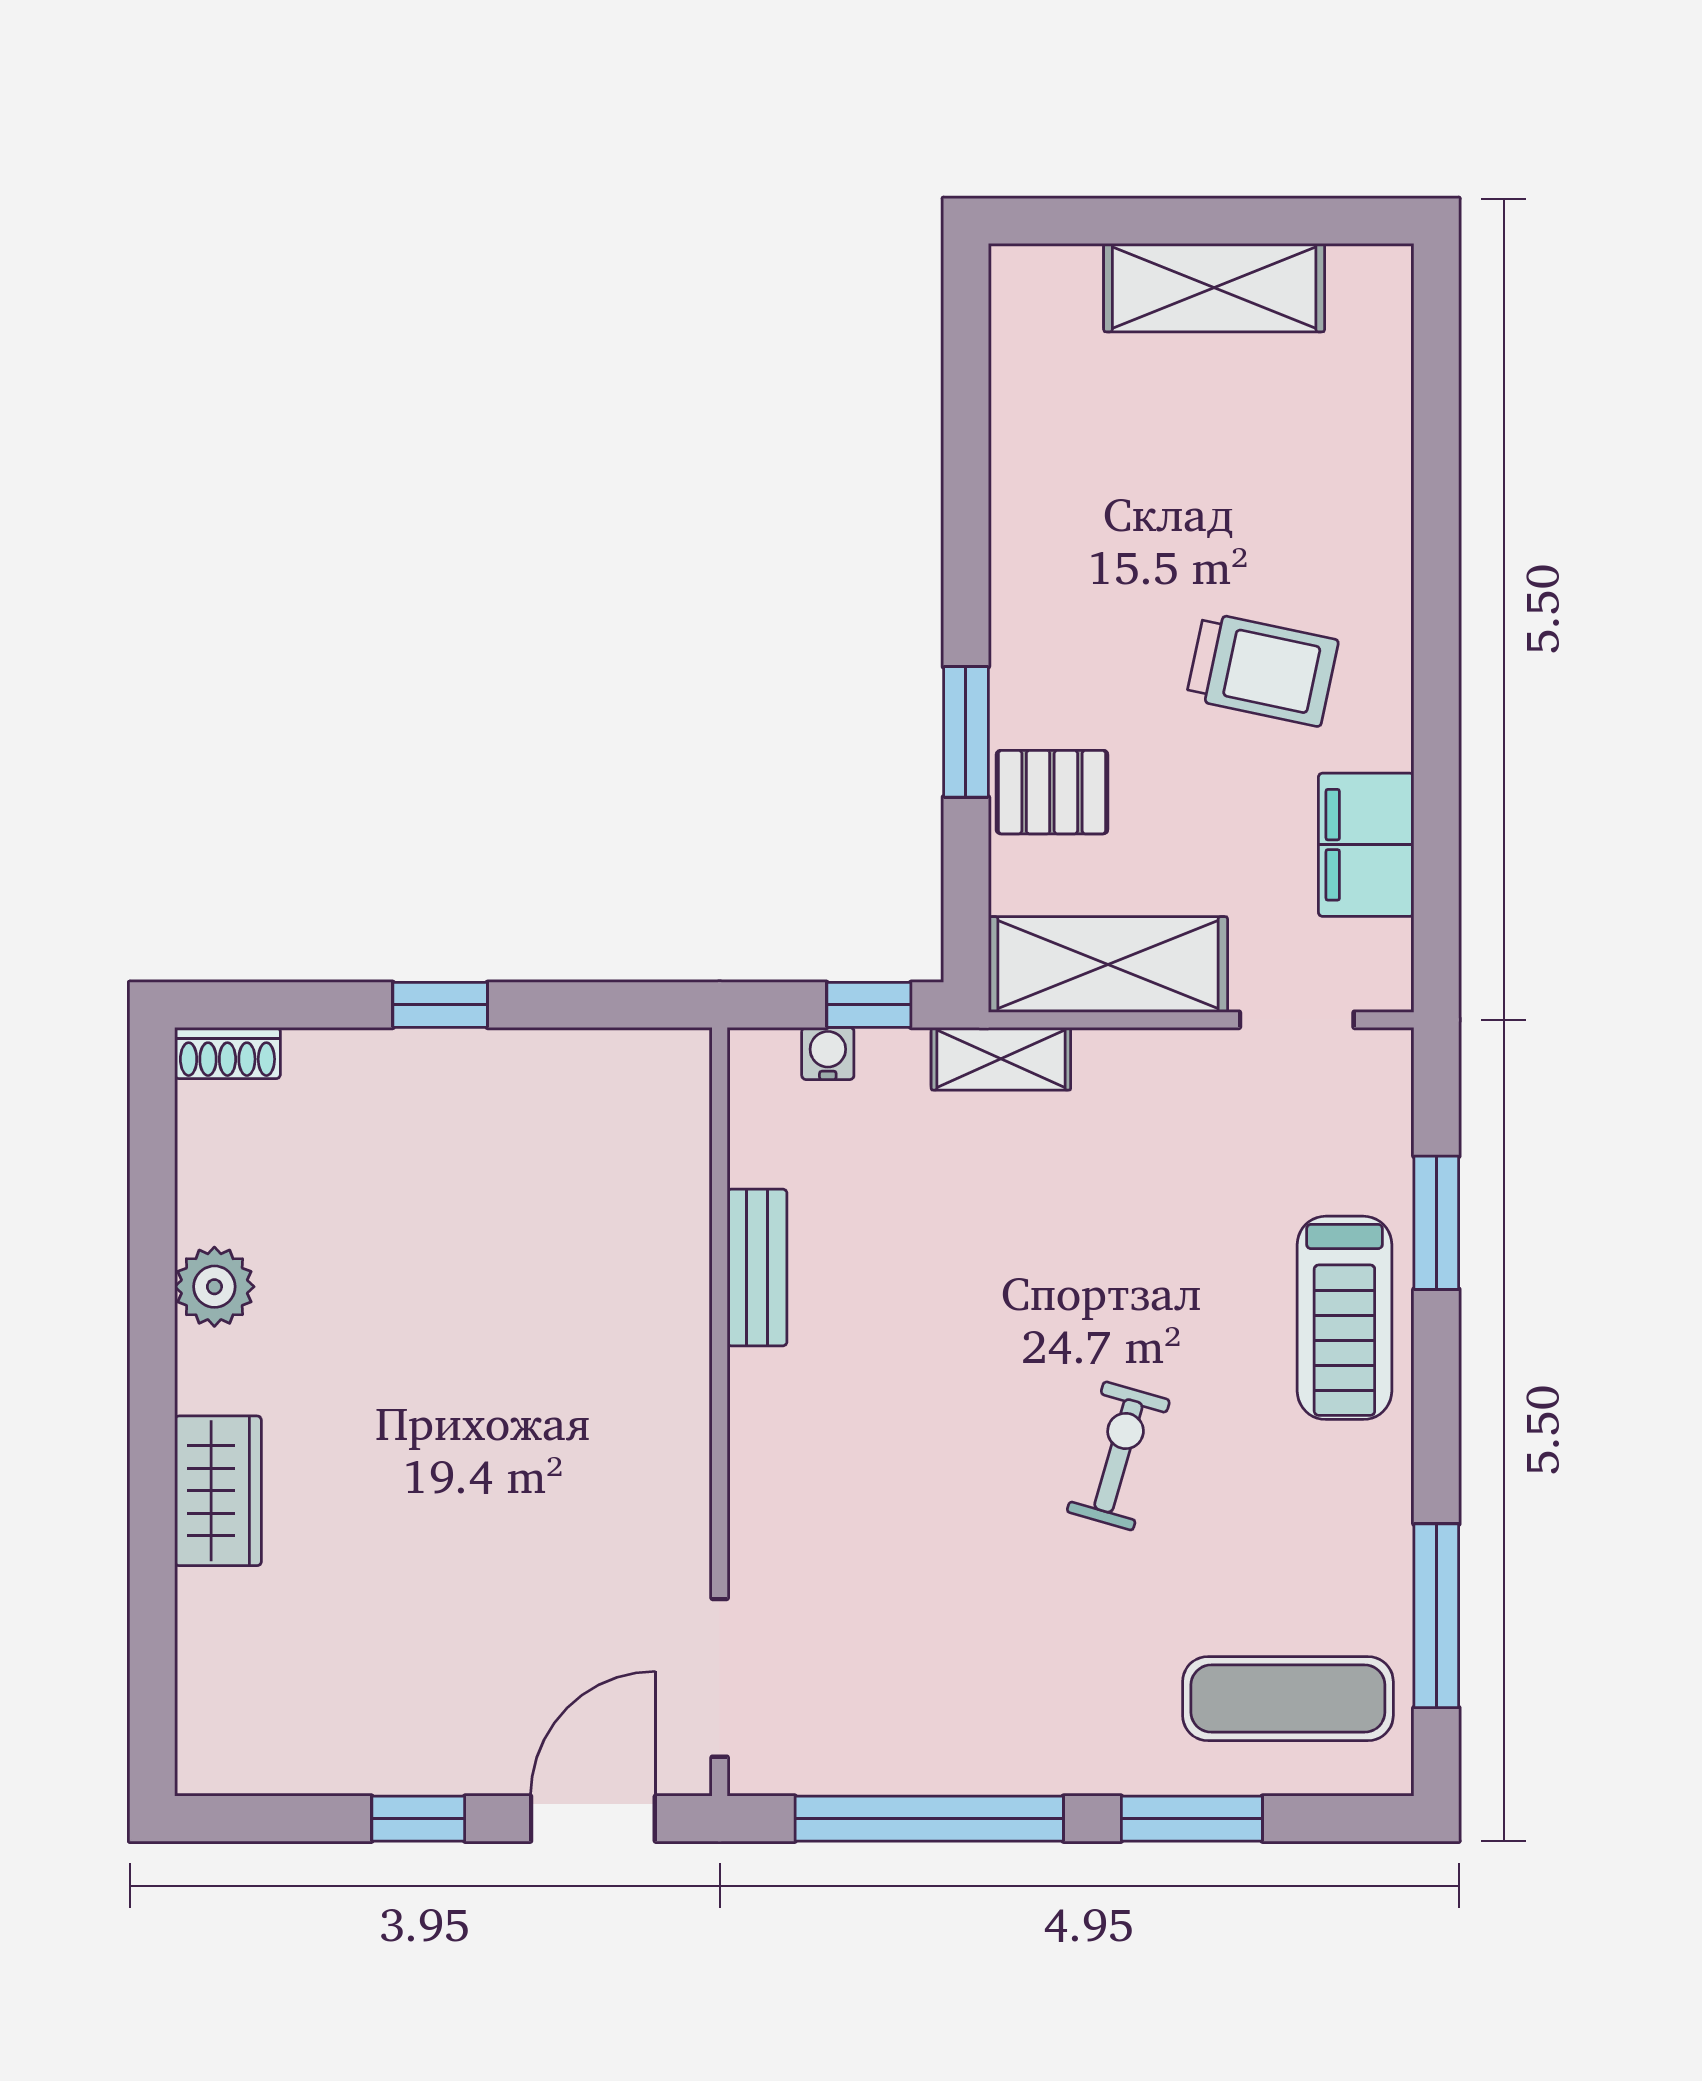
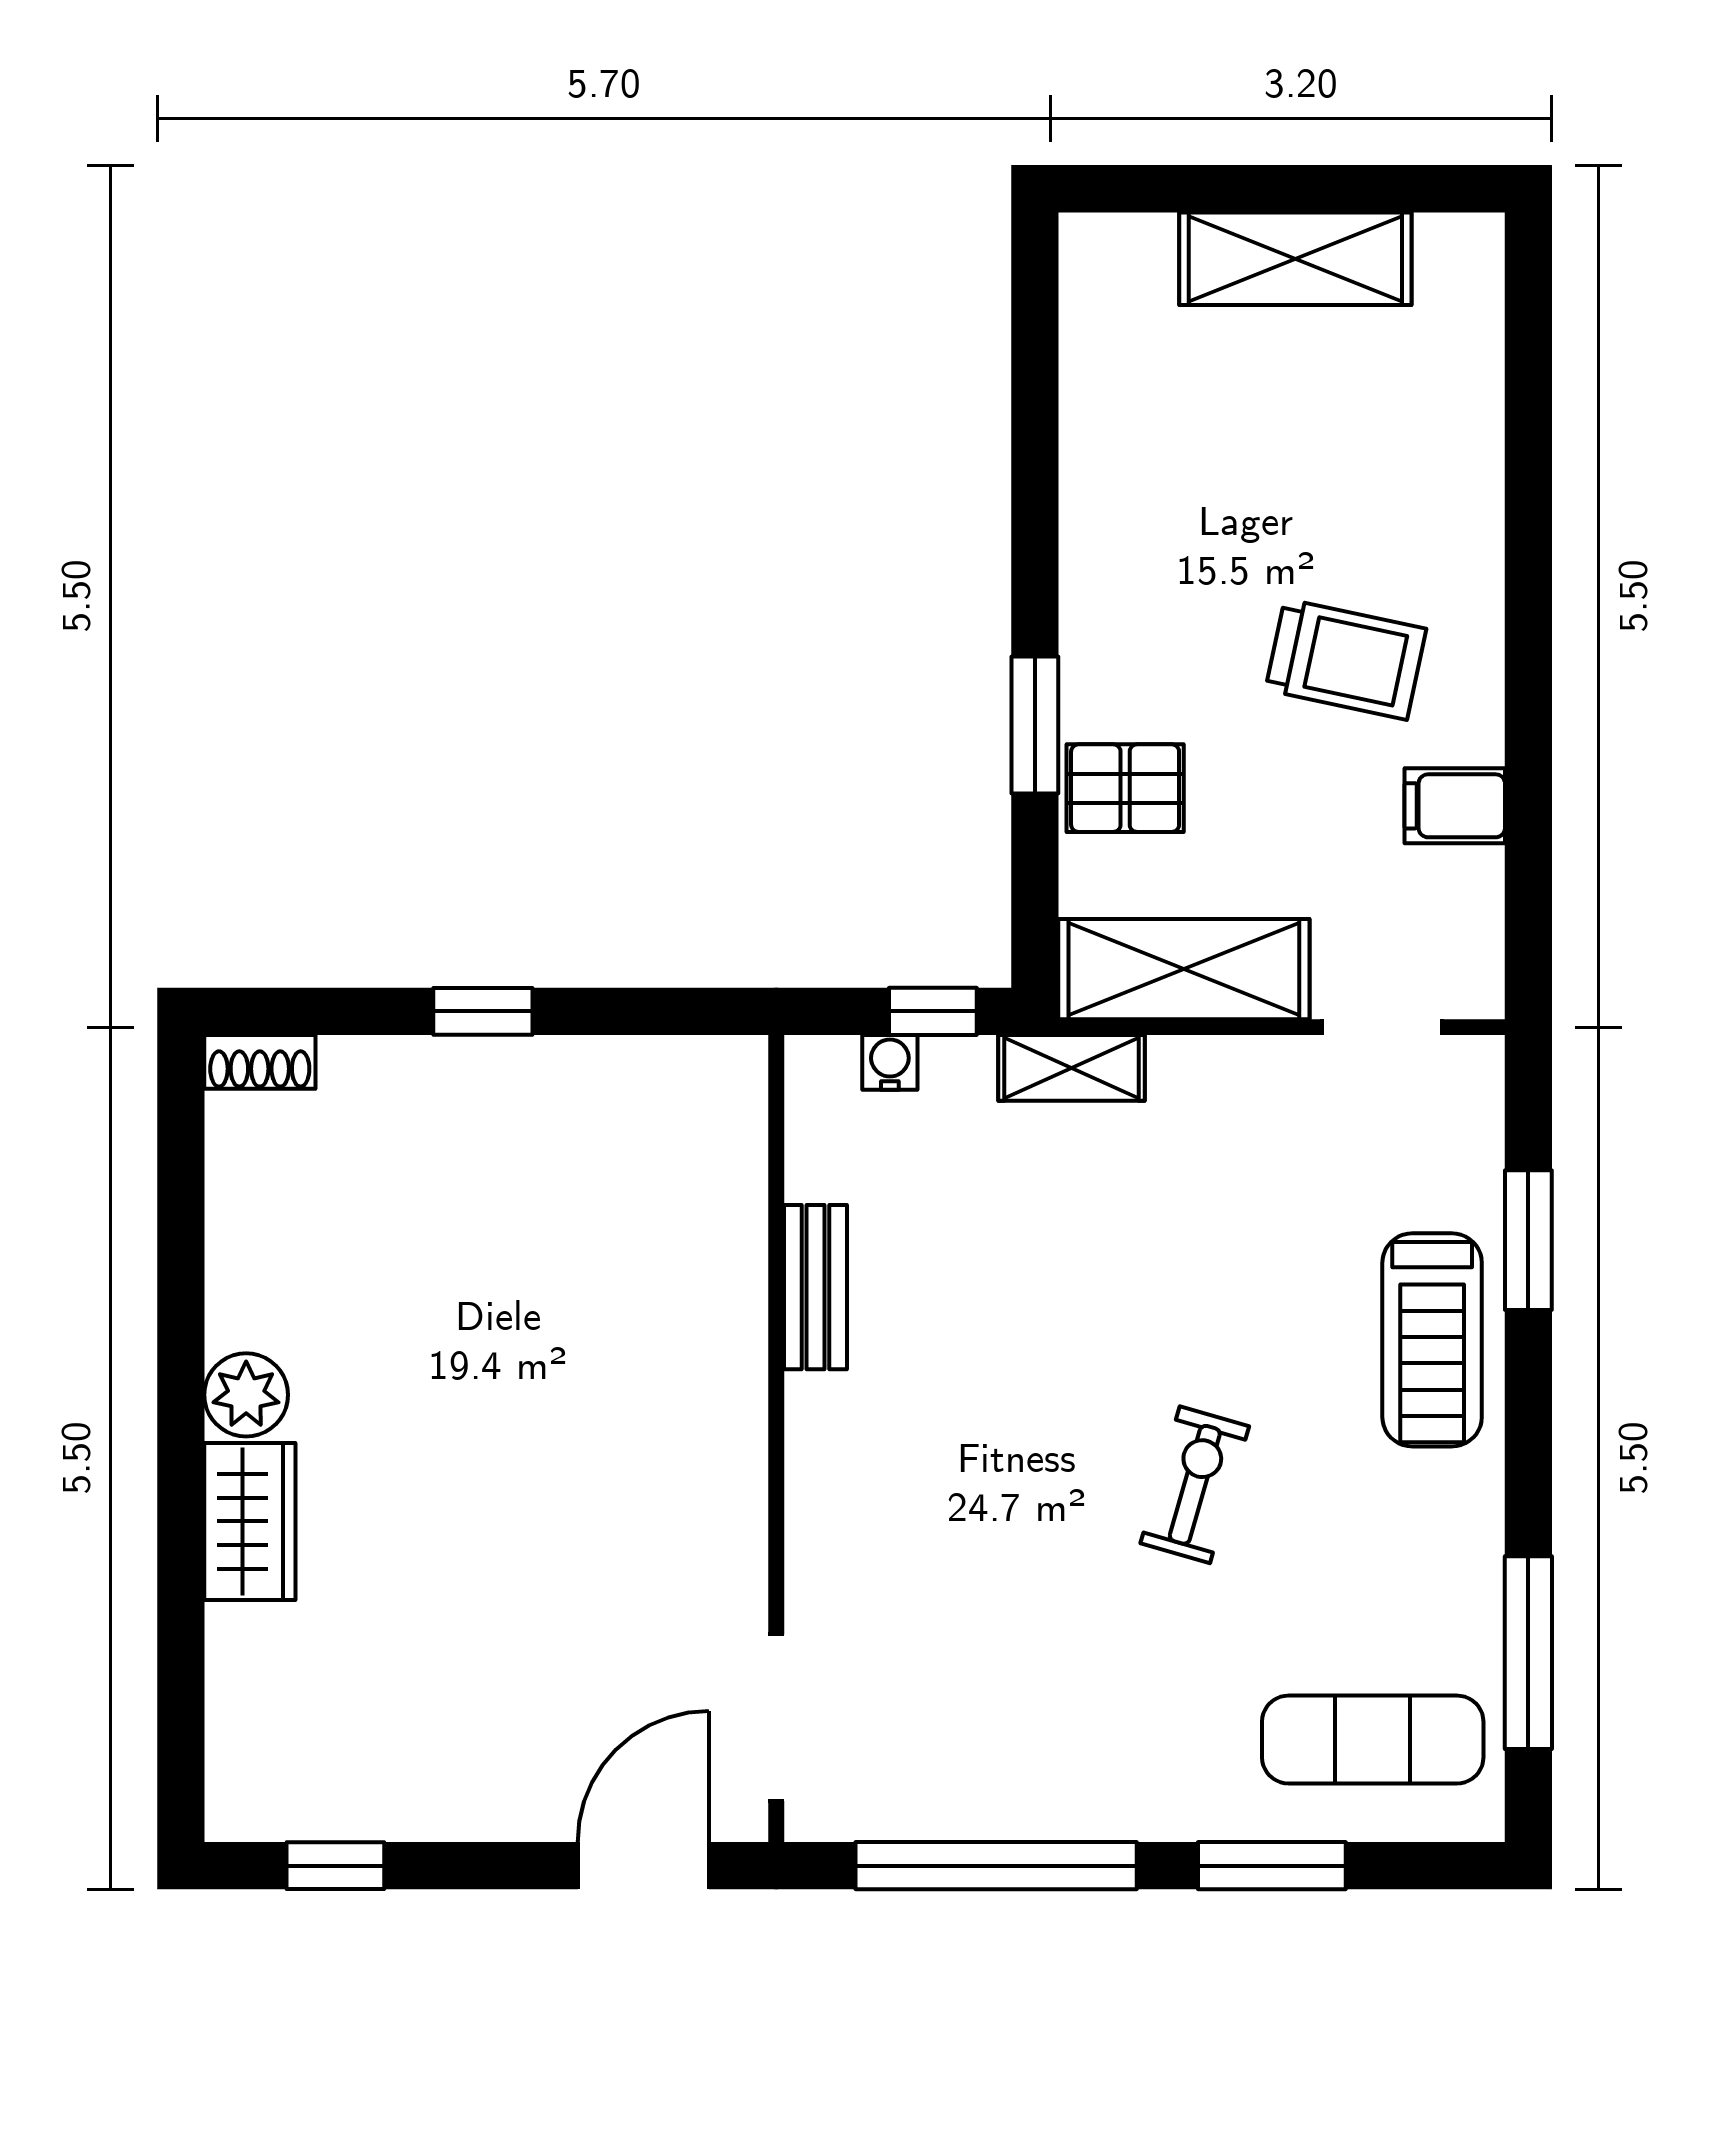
filing cabinet: (1366, 845) -> (1455, 806), width x0.50
plant: (214, 1287) -> (246, 1395), moved
window: (418, 1819) -> (335, 1866), moved

